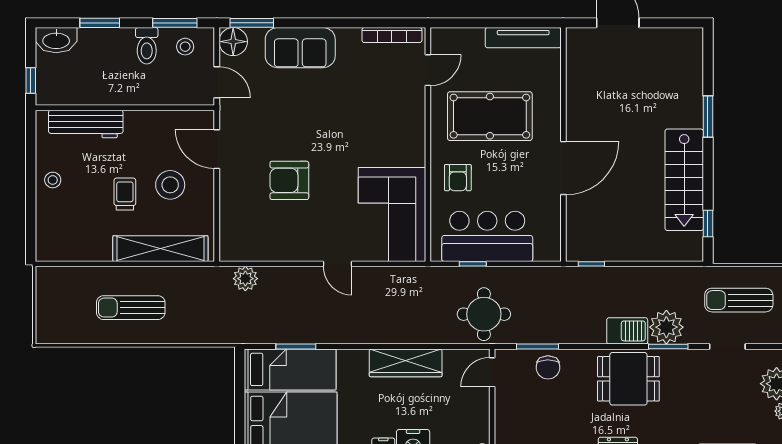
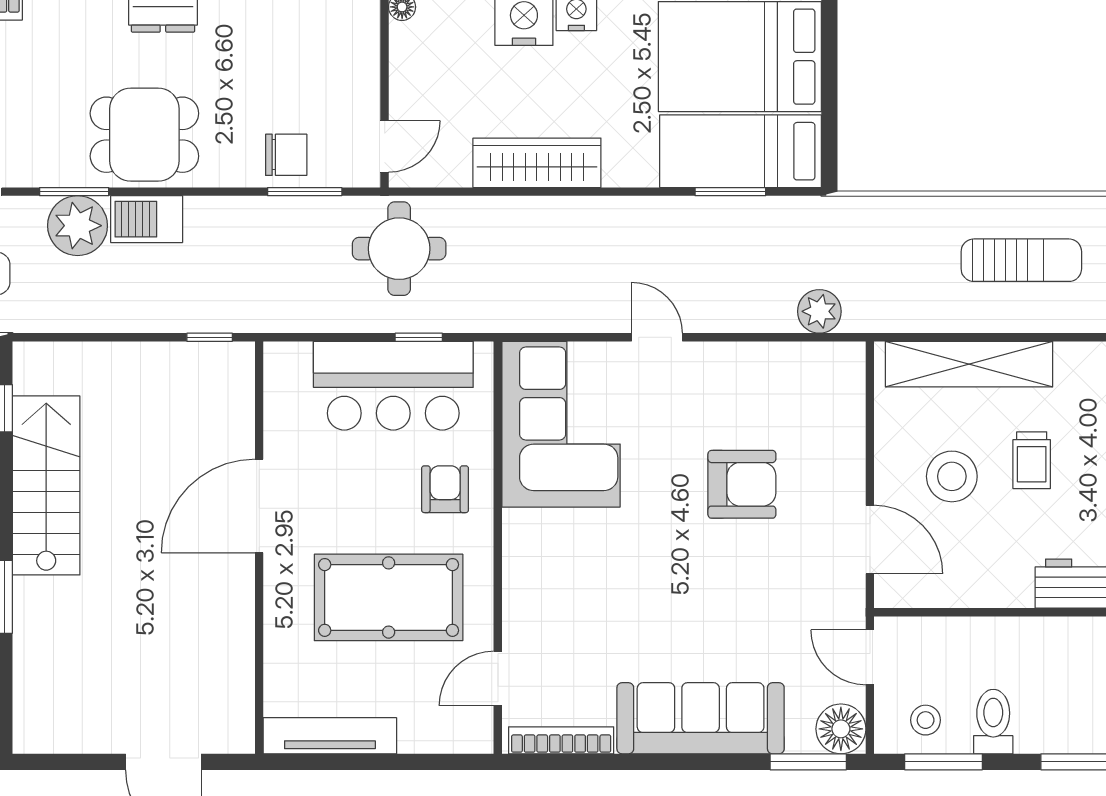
sofa: (300, 48) -> (701, 718), width x1.36
chair: (548, 367) -> (286, 155), turned 90

